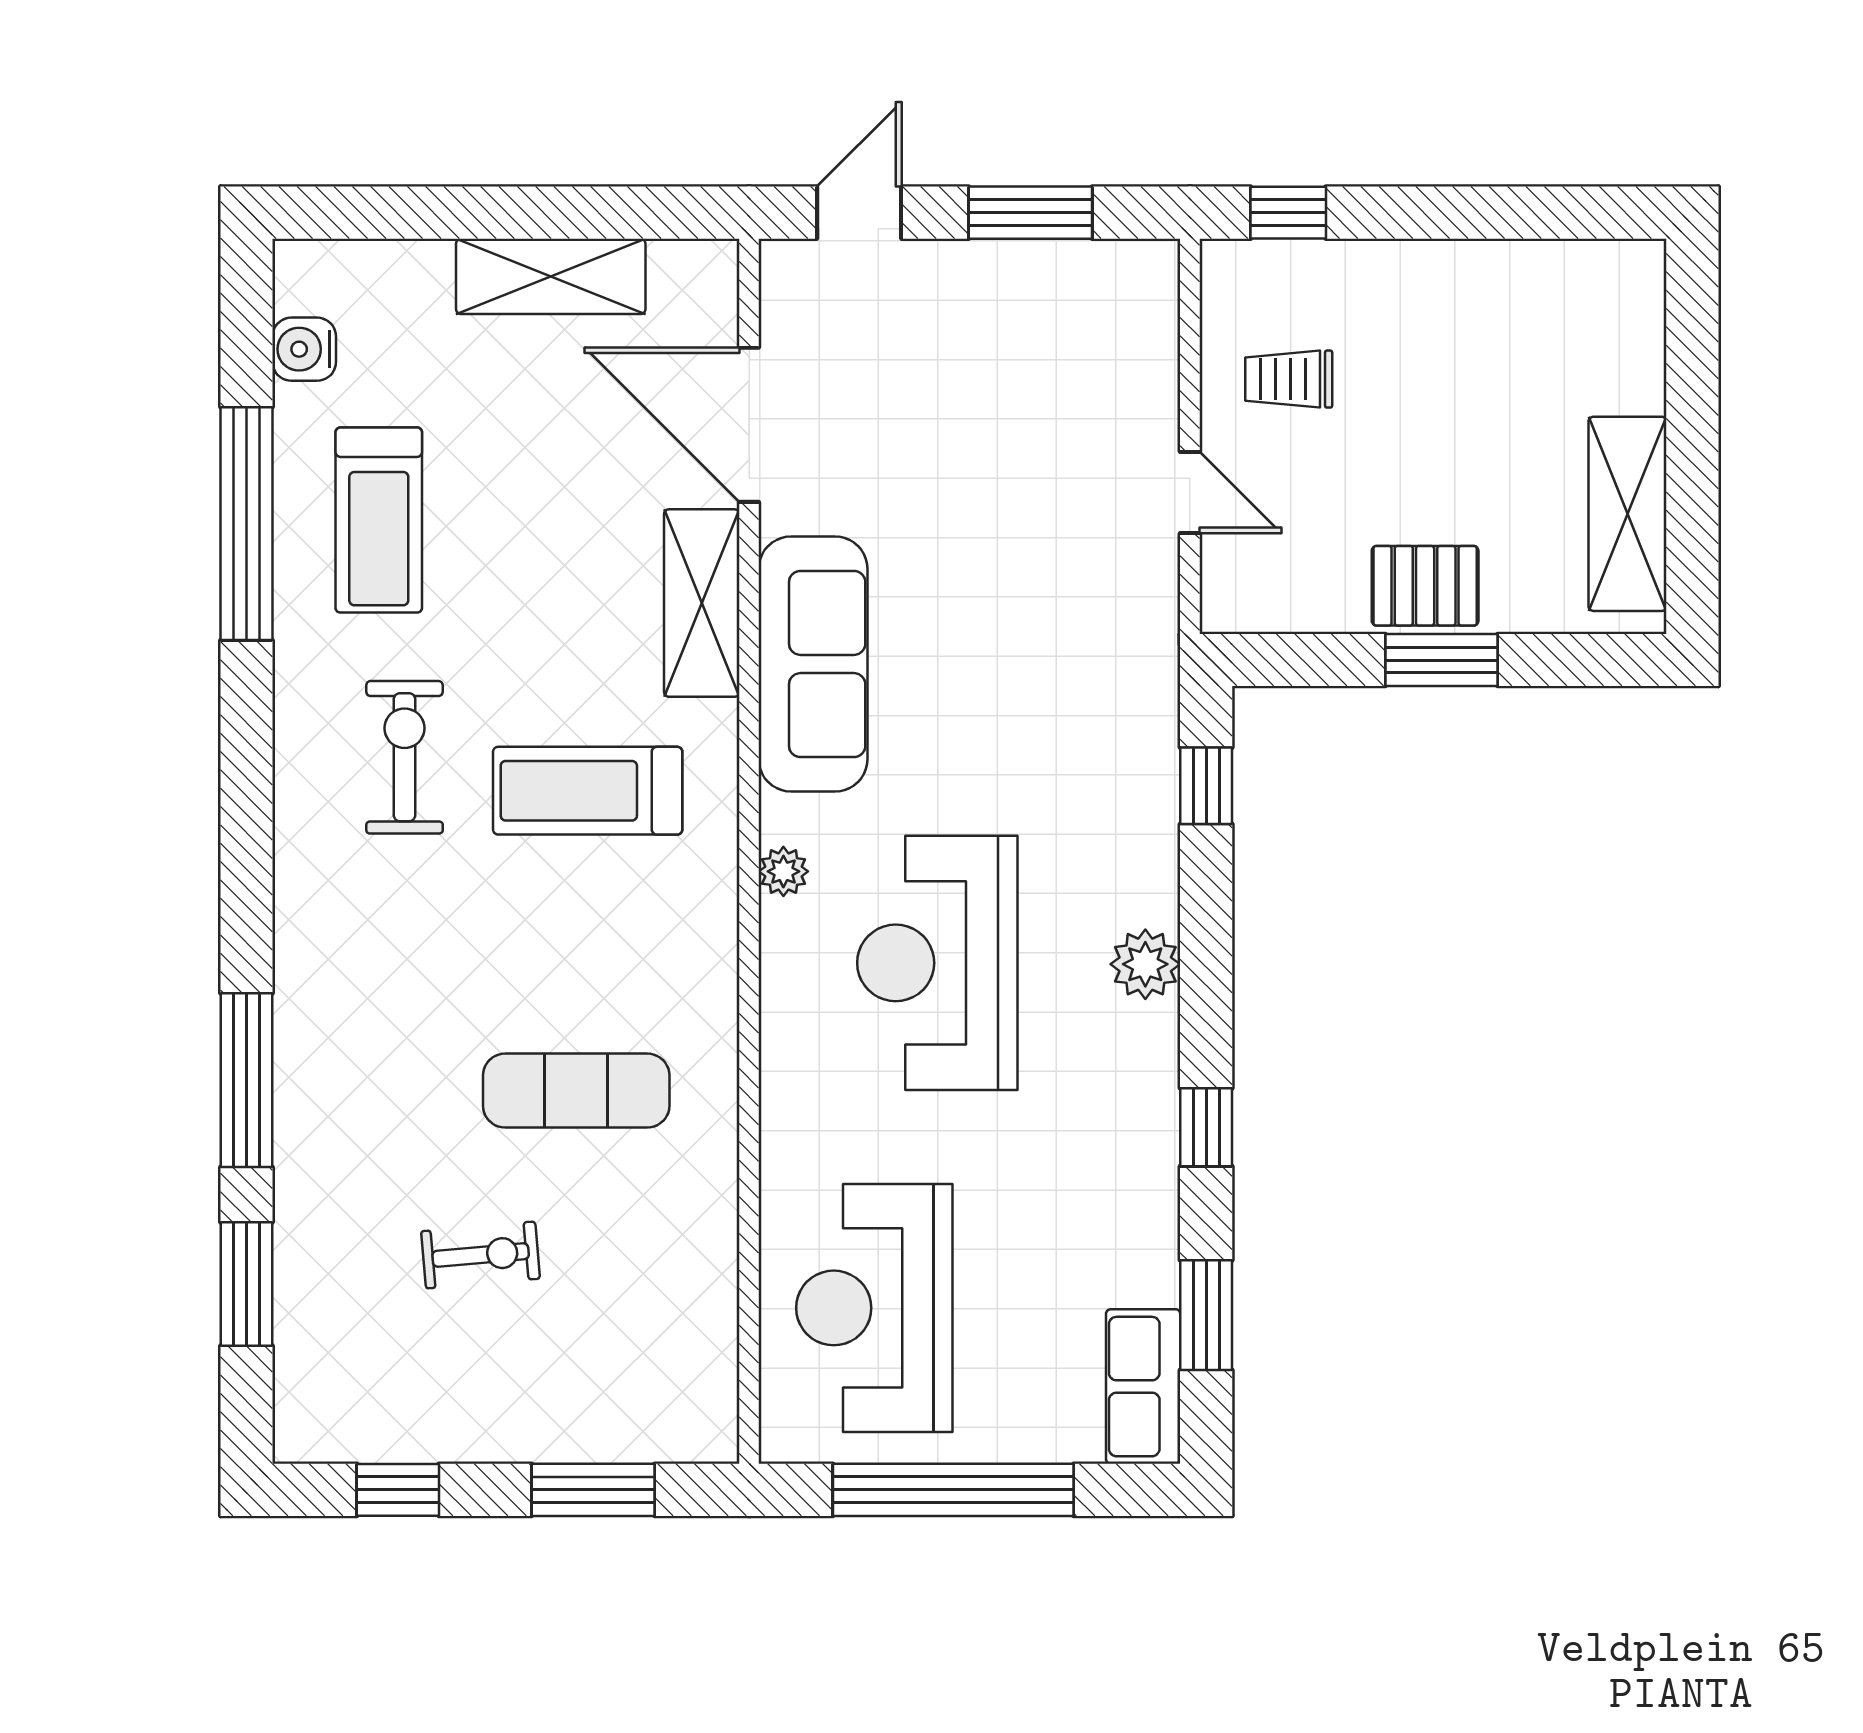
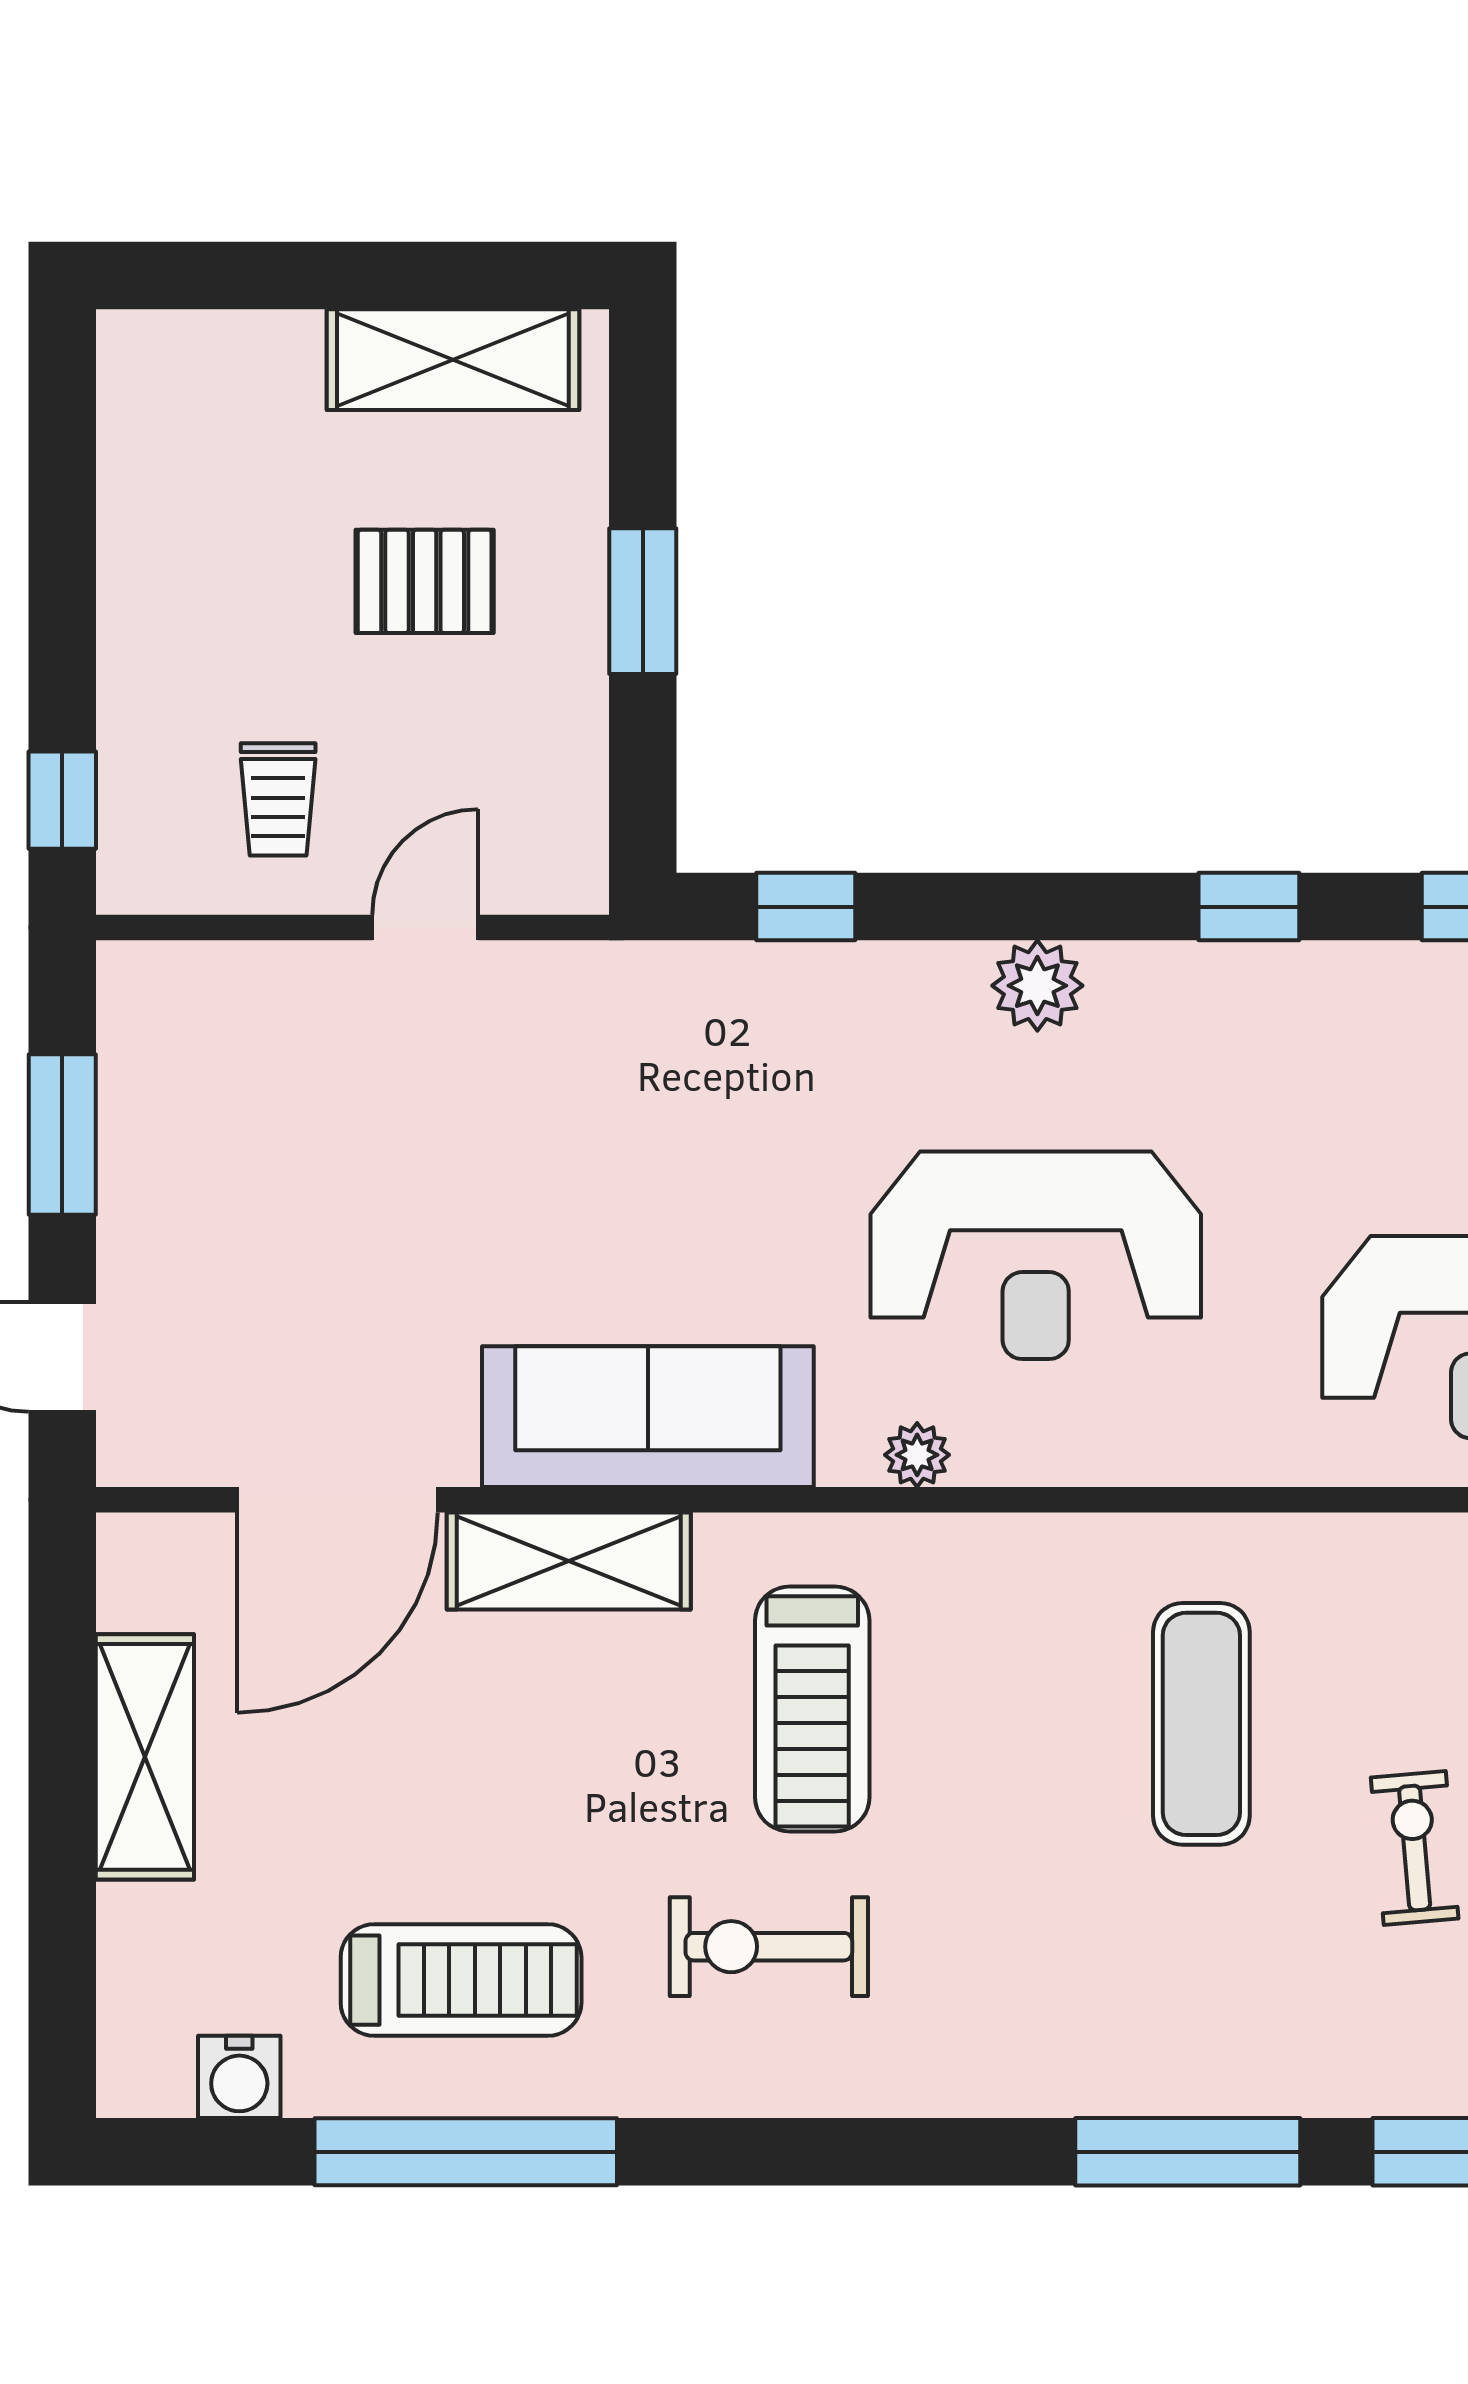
pallet: (1425, 586) -> (425, 581), moved, turned 90

